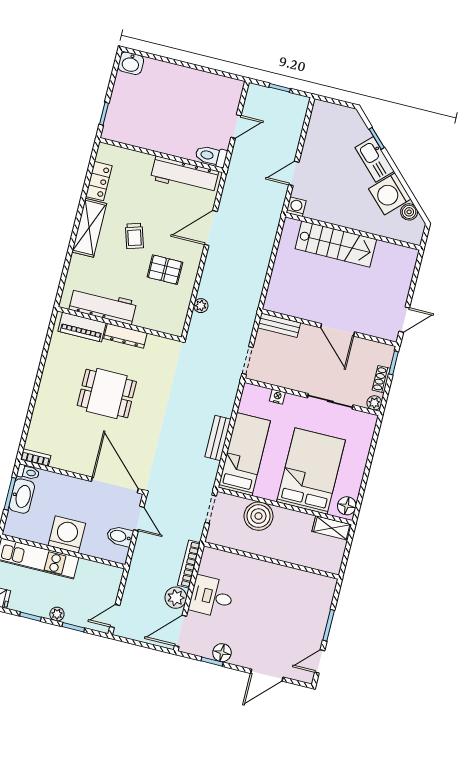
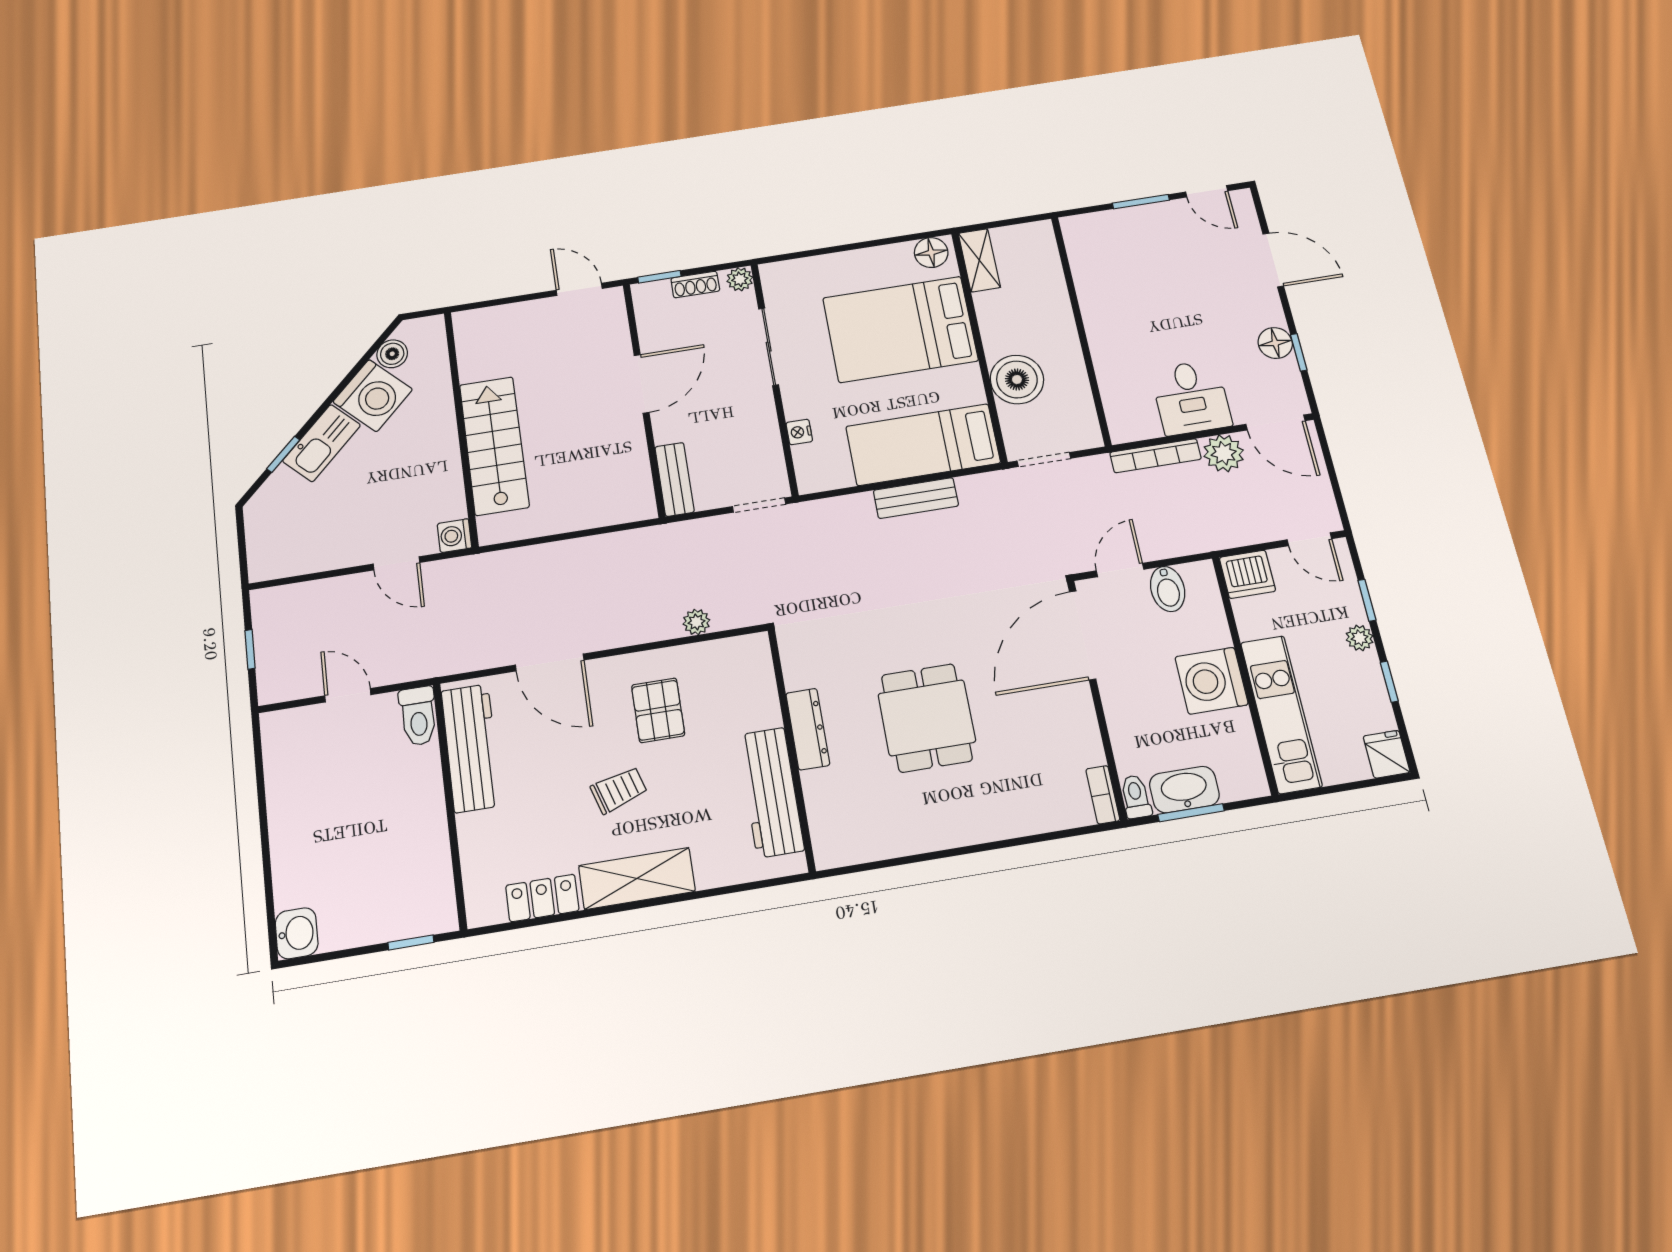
piano: (82, 327) -> (826, 813), removed
dishwasher: (110, 578) -> (1247, 574), added

